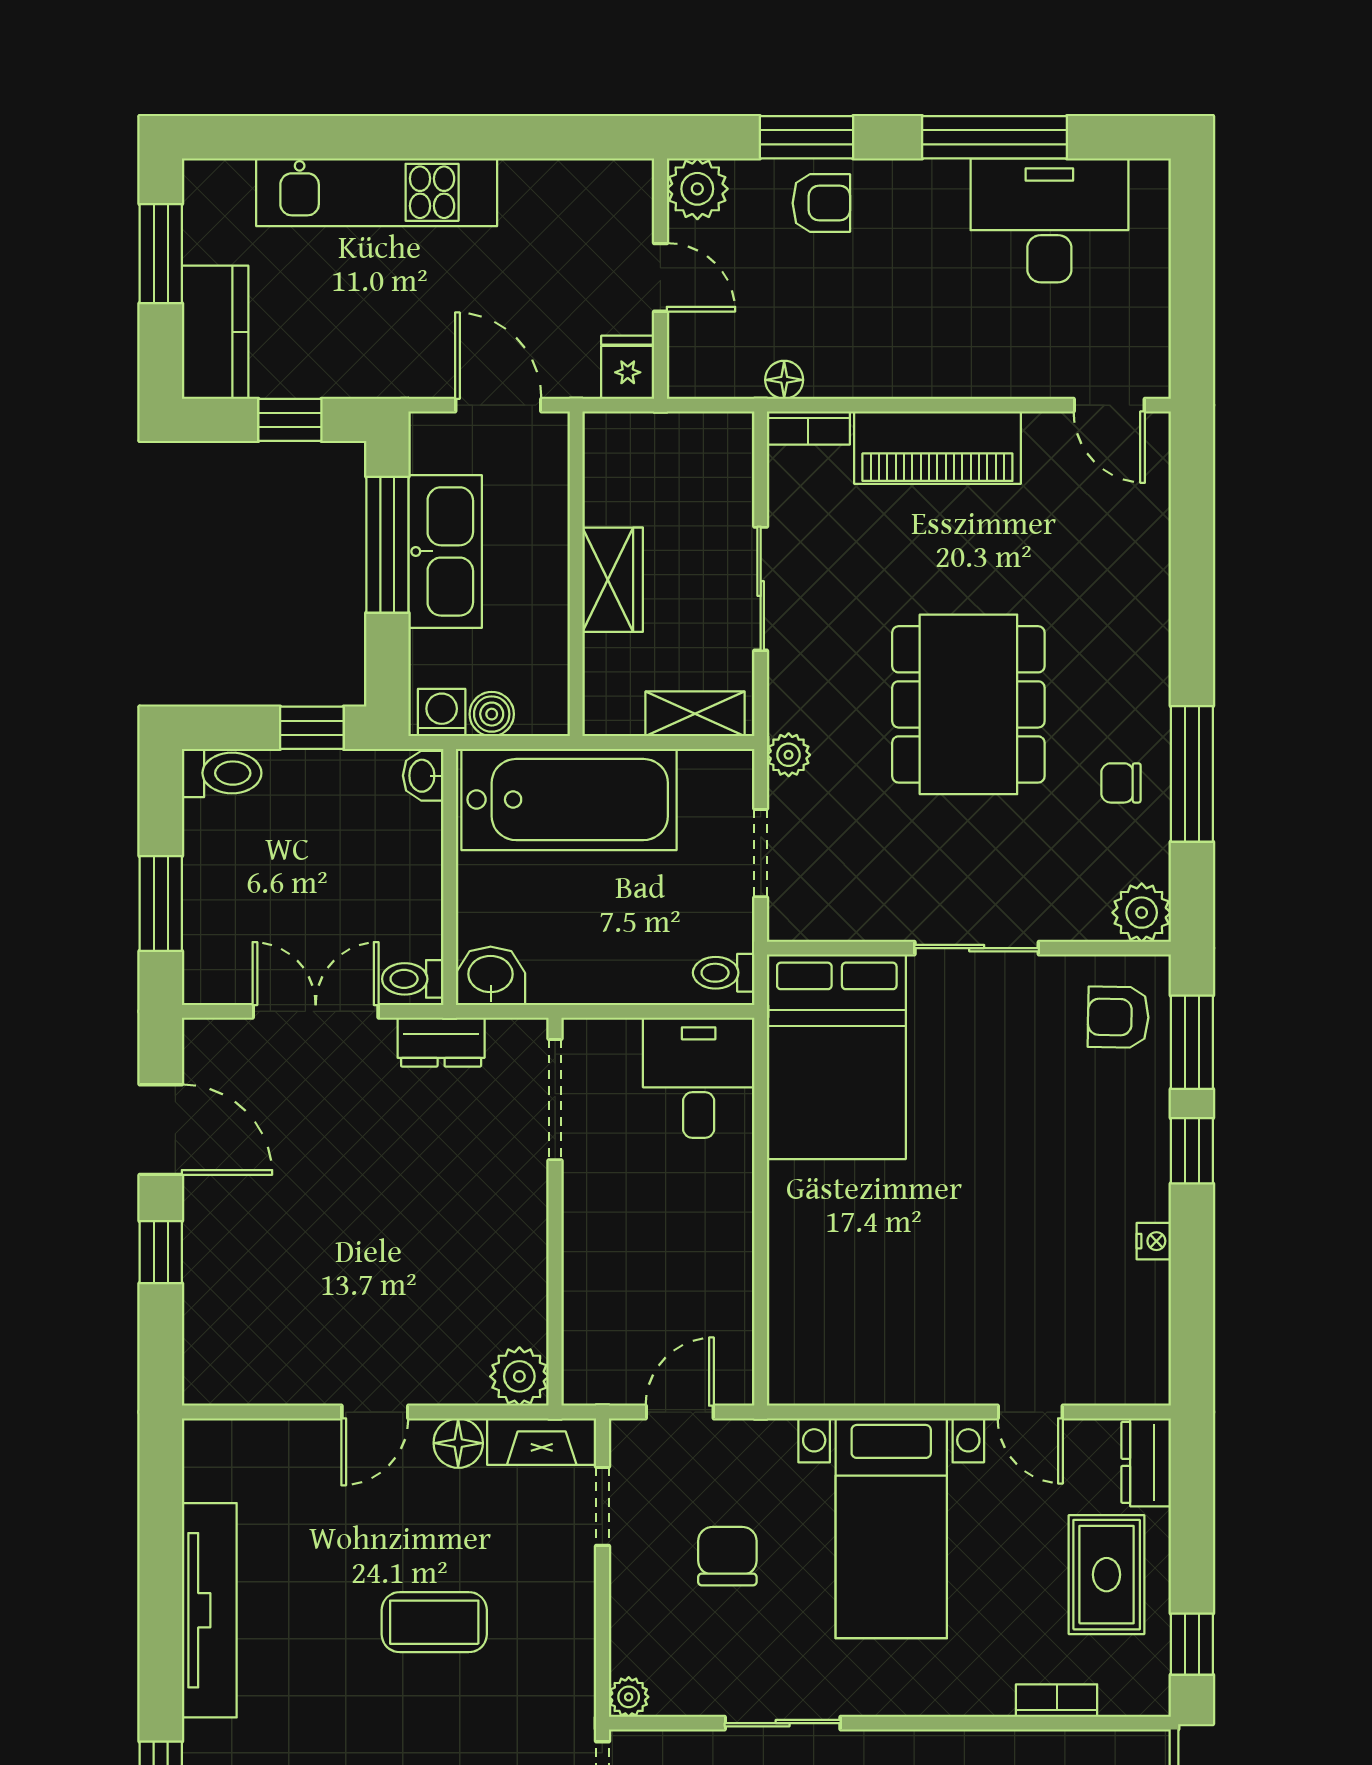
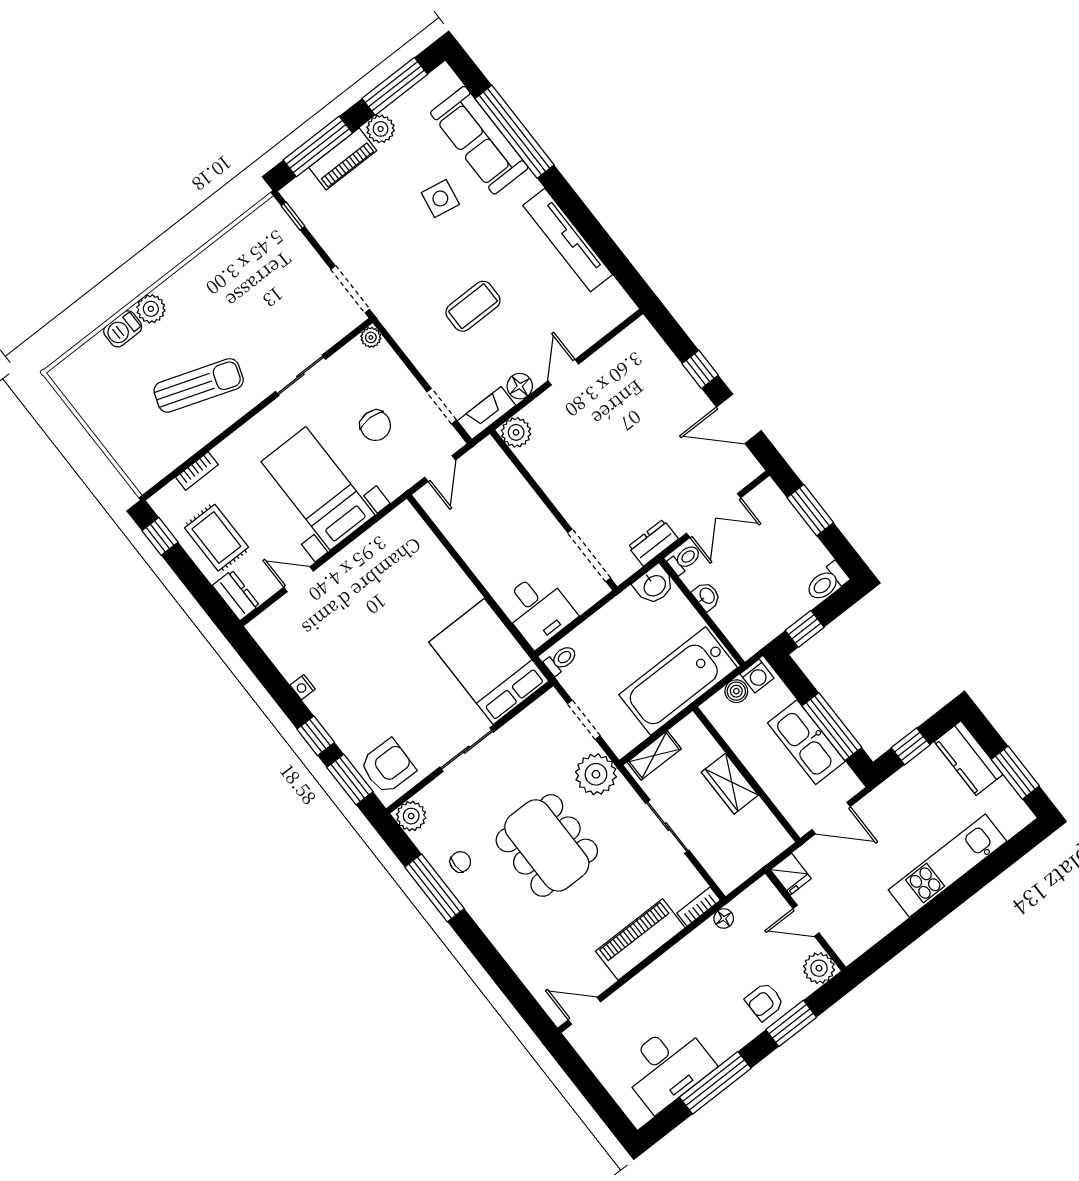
plant: (789, 755) -> (596, 774), width x1.87, depth x1.87
washbasin: (423, 776) -> (707, 596), moved
armchair: (1118, 1017) -> (388, 766), width x1.38, depth x1.38

